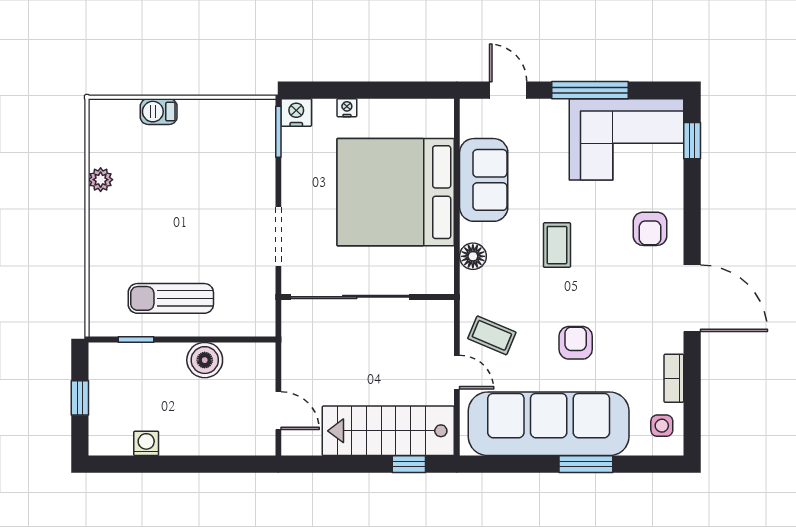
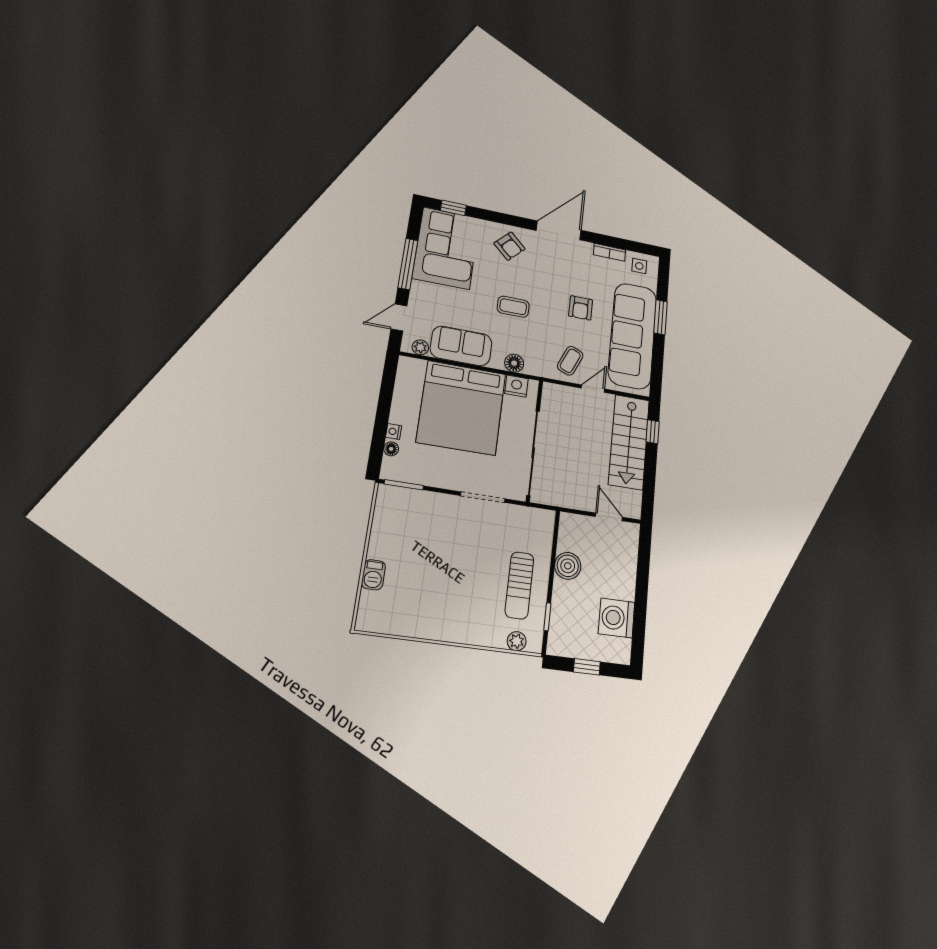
floor lamp: (323, 108) -> (391, 449), added
nightstand: (296, 112) -> (516, 386), moved, turned 90
plant: (471, 125) -> (420, 347), added
plant: (101, 180) -> (517, 641), moved
armchair: (650, 229) -> (509, 246), turned 44
armchair: (576, 343) -> (581, 308), turned -90
door: (278, 411) -> (609, 517), hinge flipped
washing machine: (146, 443) -> (617, 618), width x1.89, depth x1.89

